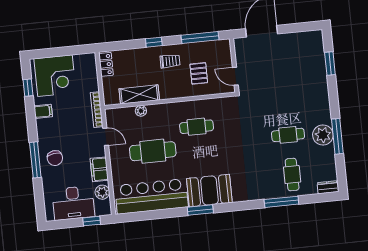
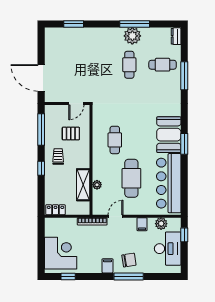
filing cabinet: (43, 111) -> (107, 266), moved
filing cabinet: (99, 169) -> (142, 224), width x0.50

